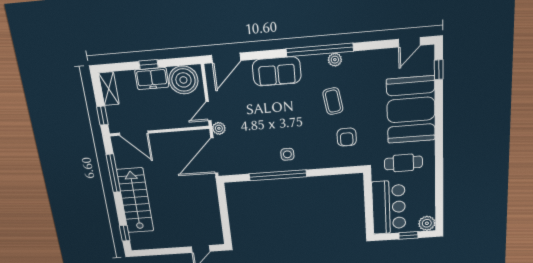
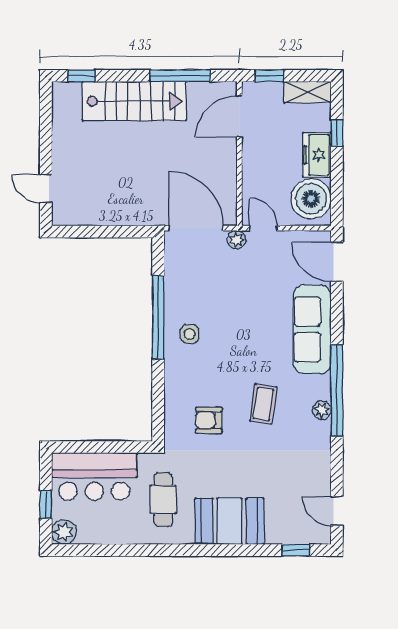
window: (149, 64) -> (337, 133), moved
sofa: (277, 71) -> (312, 329), width x1.36
coffee table: (333, 101) -> (263, 404), turned -73
booth: (411, 110) -> (229, 521), width x0.73, depth x0.70

